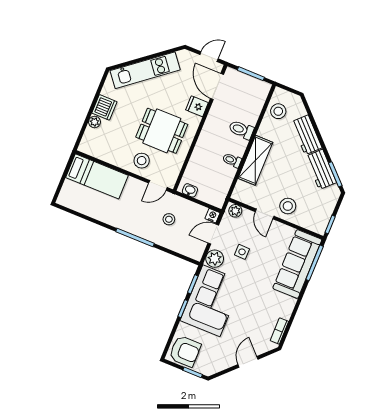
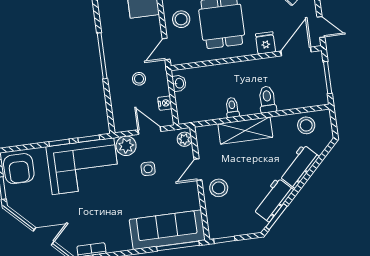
door: (158, 185) -> (166, 49), hinge flipped
nightstand: (212, 216) -> (165, 103), moved

